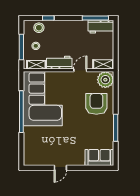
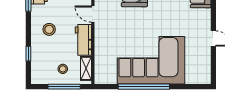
stool: (39, 28) -> (49, 29), moved
corner sofa: (43, 99) -> (151, 60), moved

